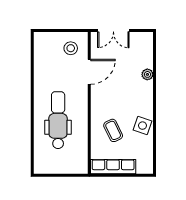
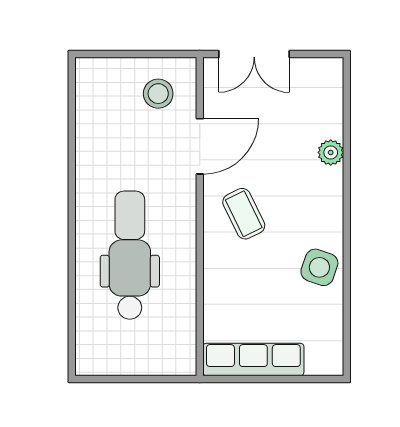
coffee table: (113, 130) -> (244, 214), moved

